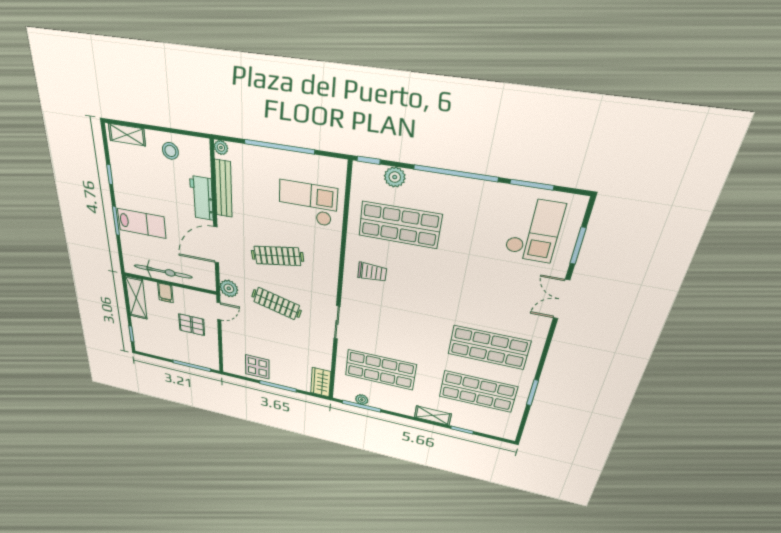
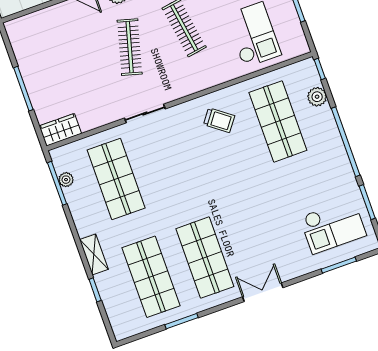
trolley: (372, 272) -> (219, 120), turned -53
double door: (561, 299) -> (263, 292), moved
display table: (257, 367) -> (35, 57), removed

